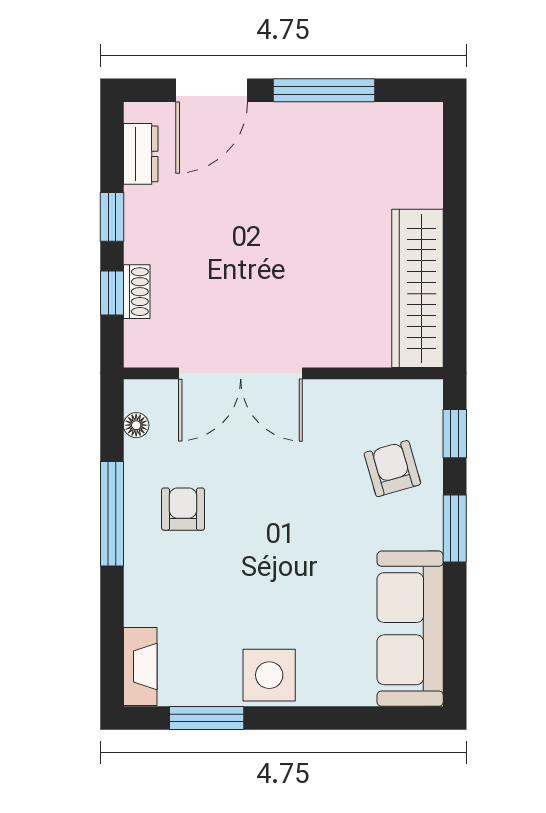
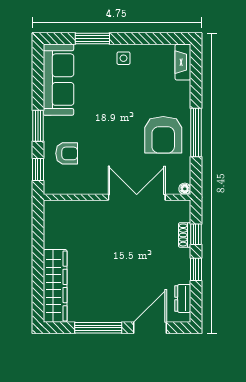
wardrobe: (418, 288) -> (55, 286), moved
floor lamp: (136, 425) -> (185, 189), moved
armchair: (392, 469) -> (67, 153), turned -74
armchair: (183, 509) -> (163, 135), width x1.88, depth x1.88
side table: (269, 675) -> (123, 58), width x0.54, depth x0.54
window: (207, 718) -> (92, 38), moved

